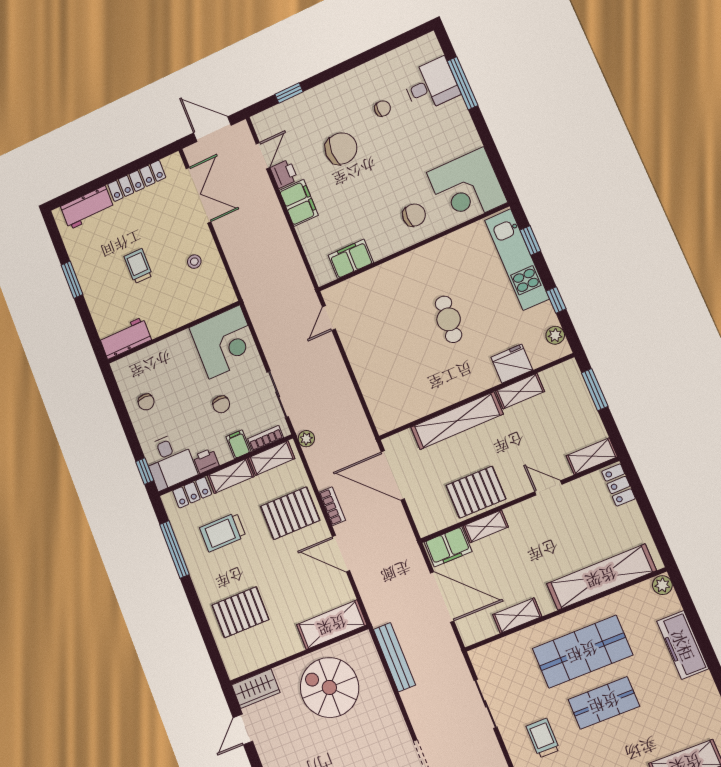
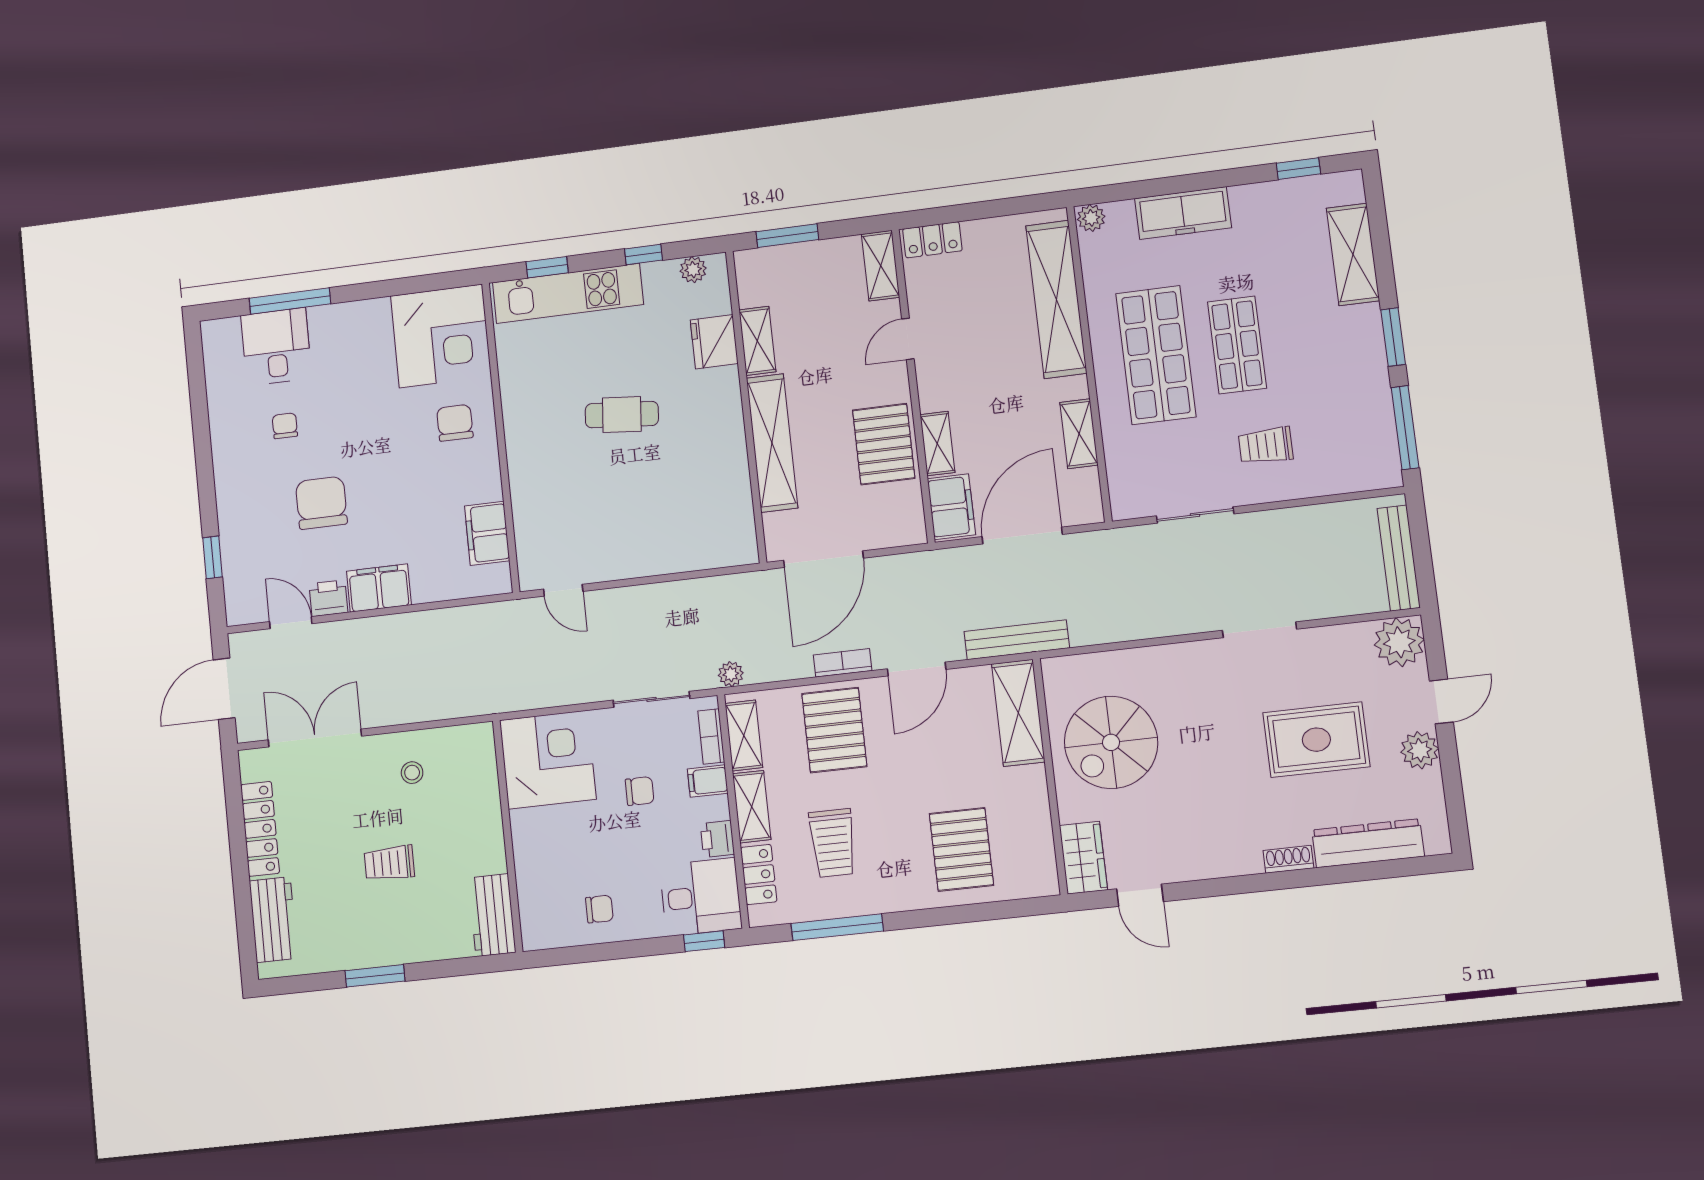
bench: (394, 657) -> (1017, 640), moved

